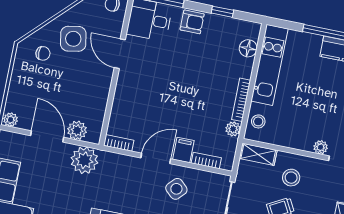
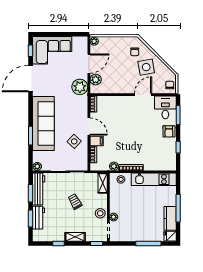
floor lamp: (248, 48) -> (161, 166), removed
stool: (291, 178) -> (100, 213), moved

